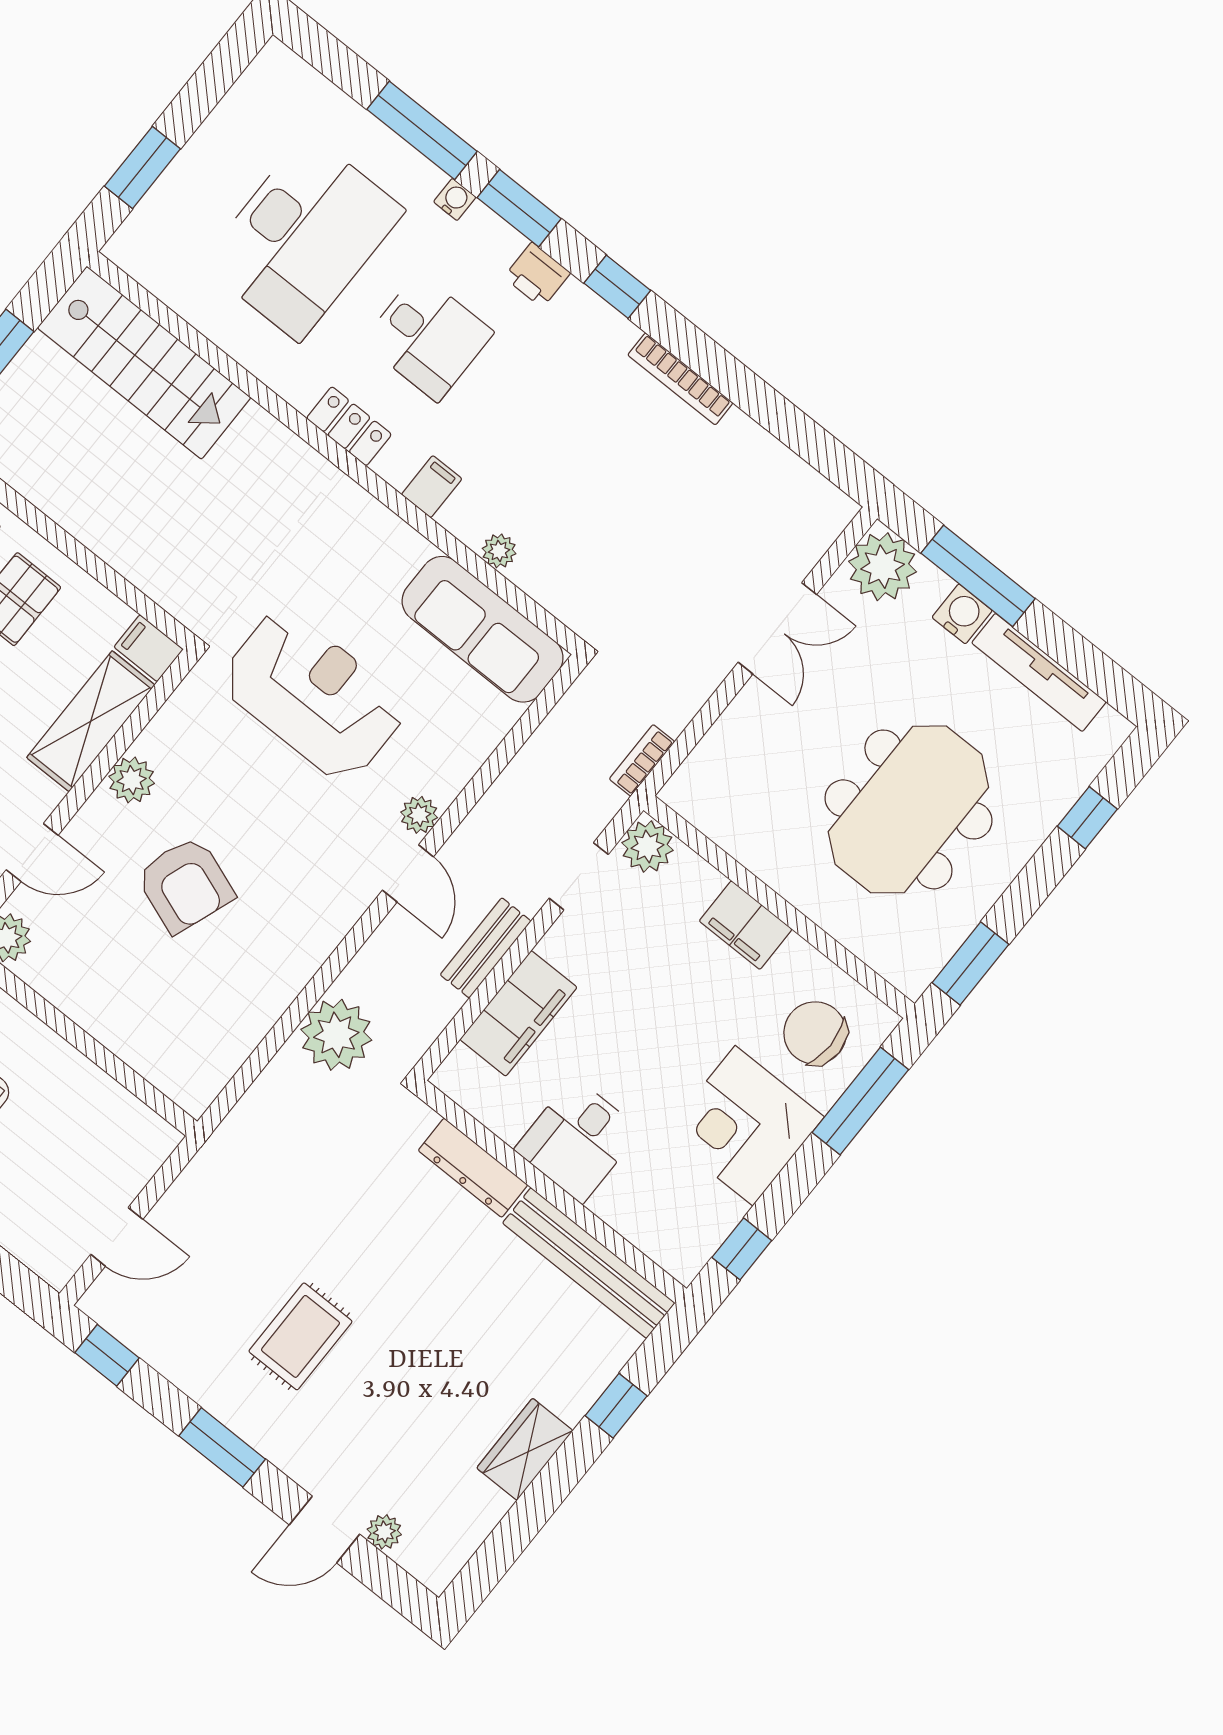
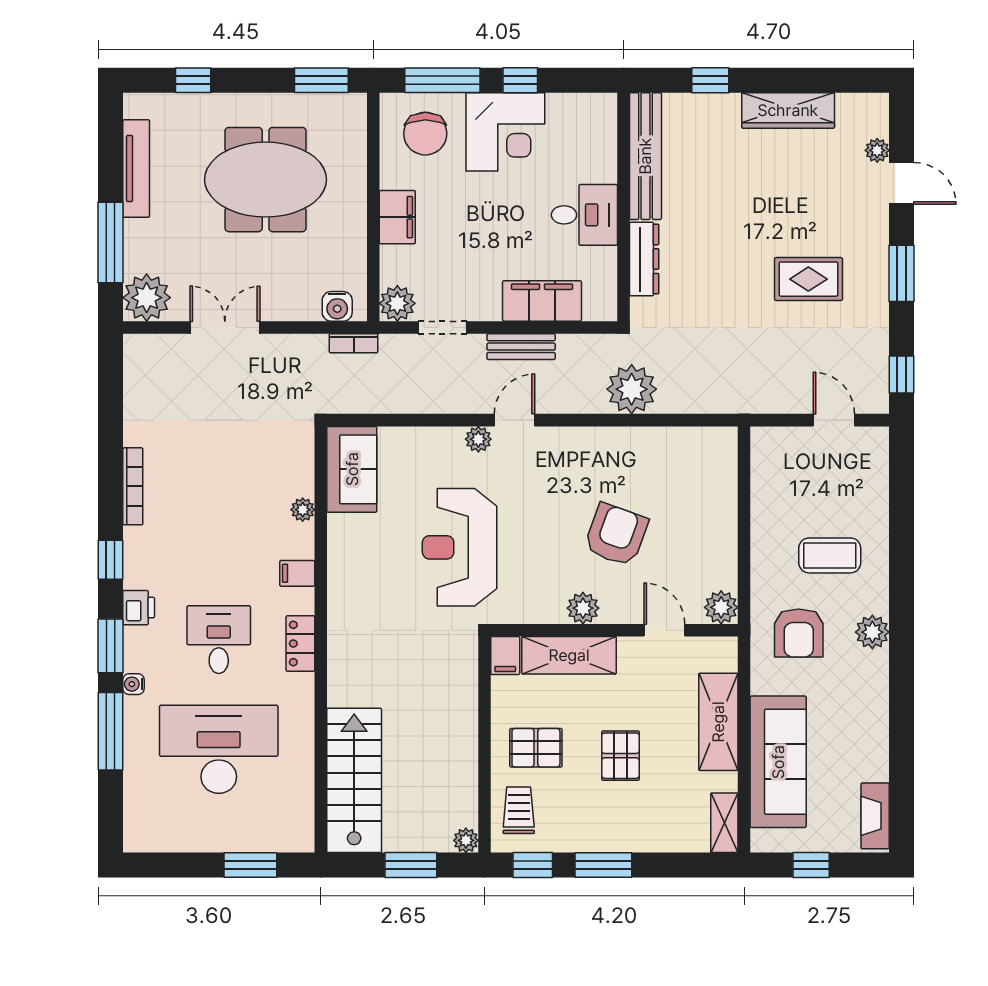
water cooler: (962, 614) -> (337, 306), moved, turned -90
sofa: (483, 629) -> (352, 469), width x0.73
window: (742, 1249) -> (520, 80), moved
wardrobe: (525, 1449) -> (788, 110), width x1.50

